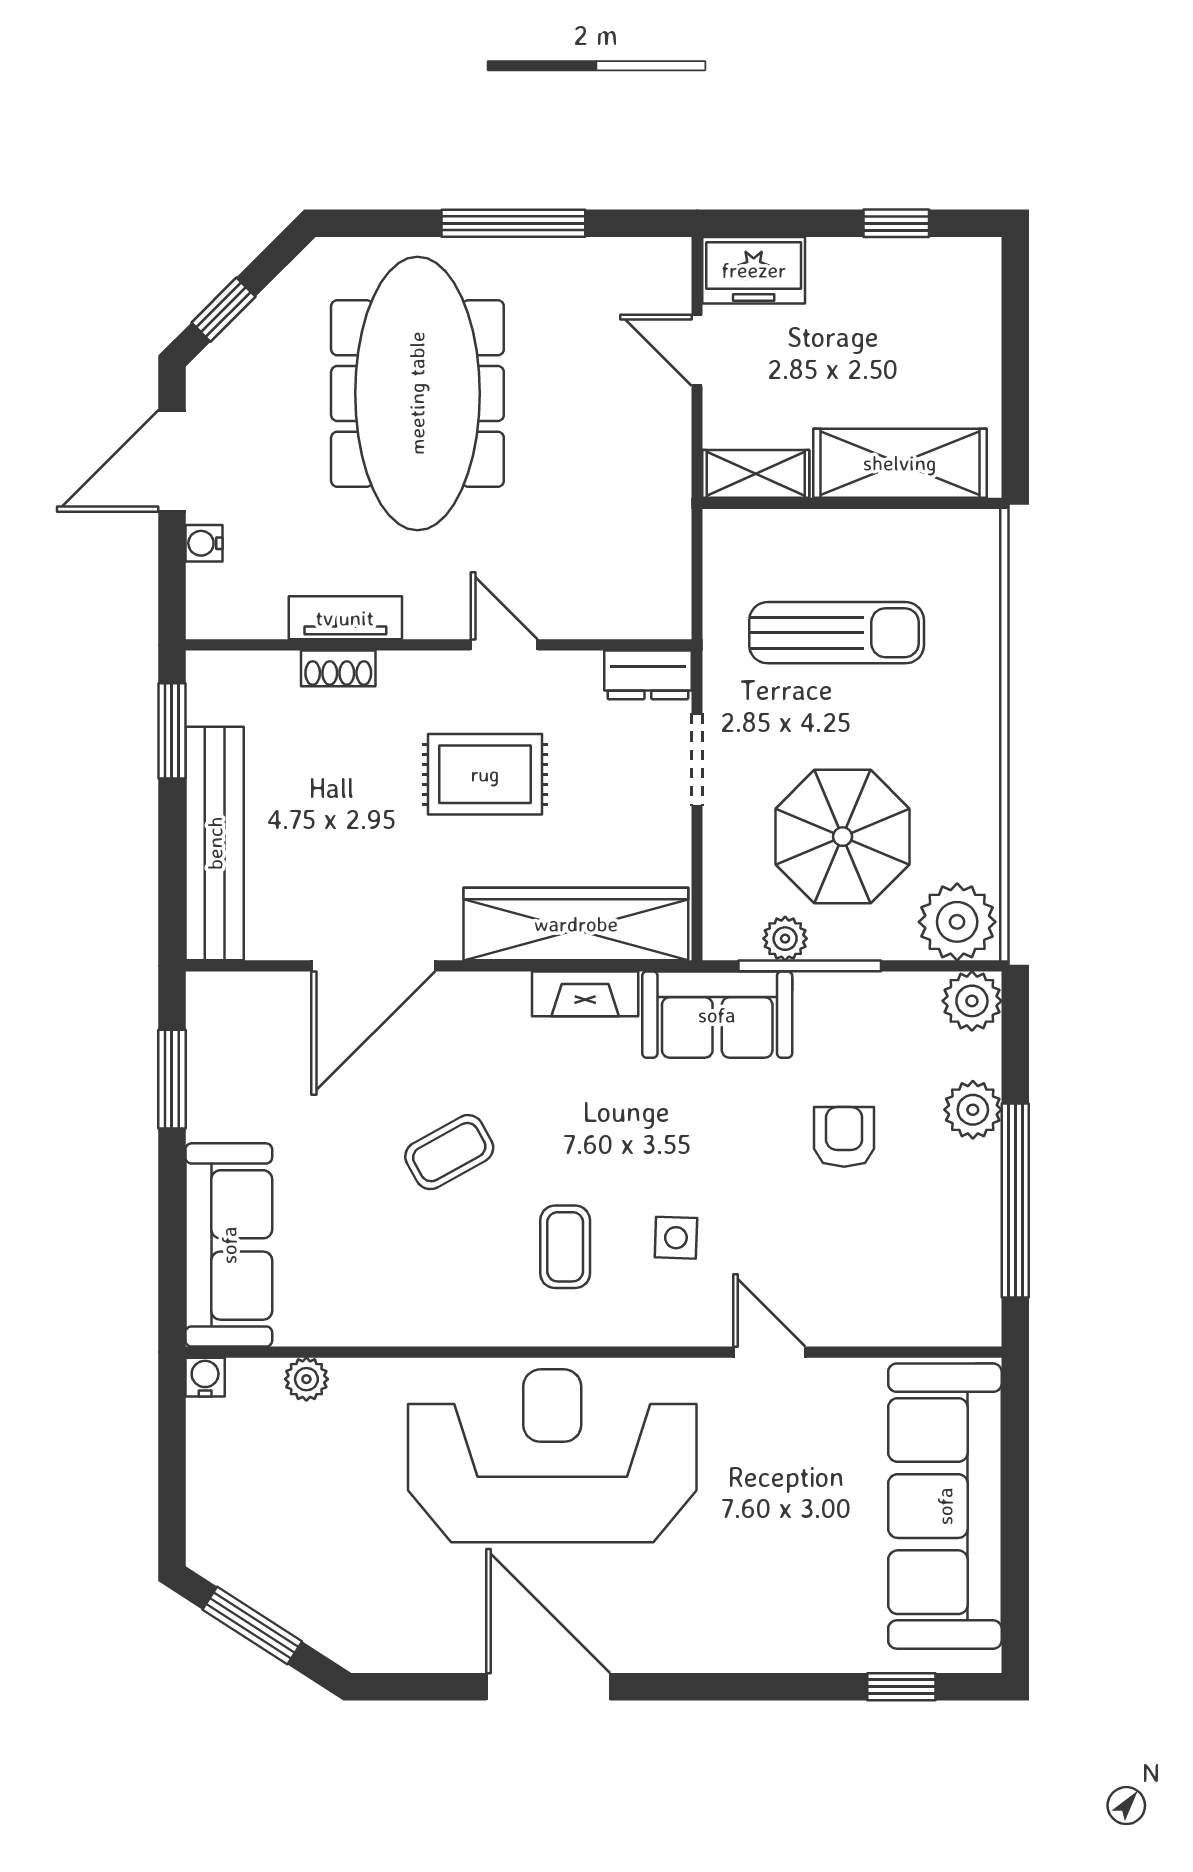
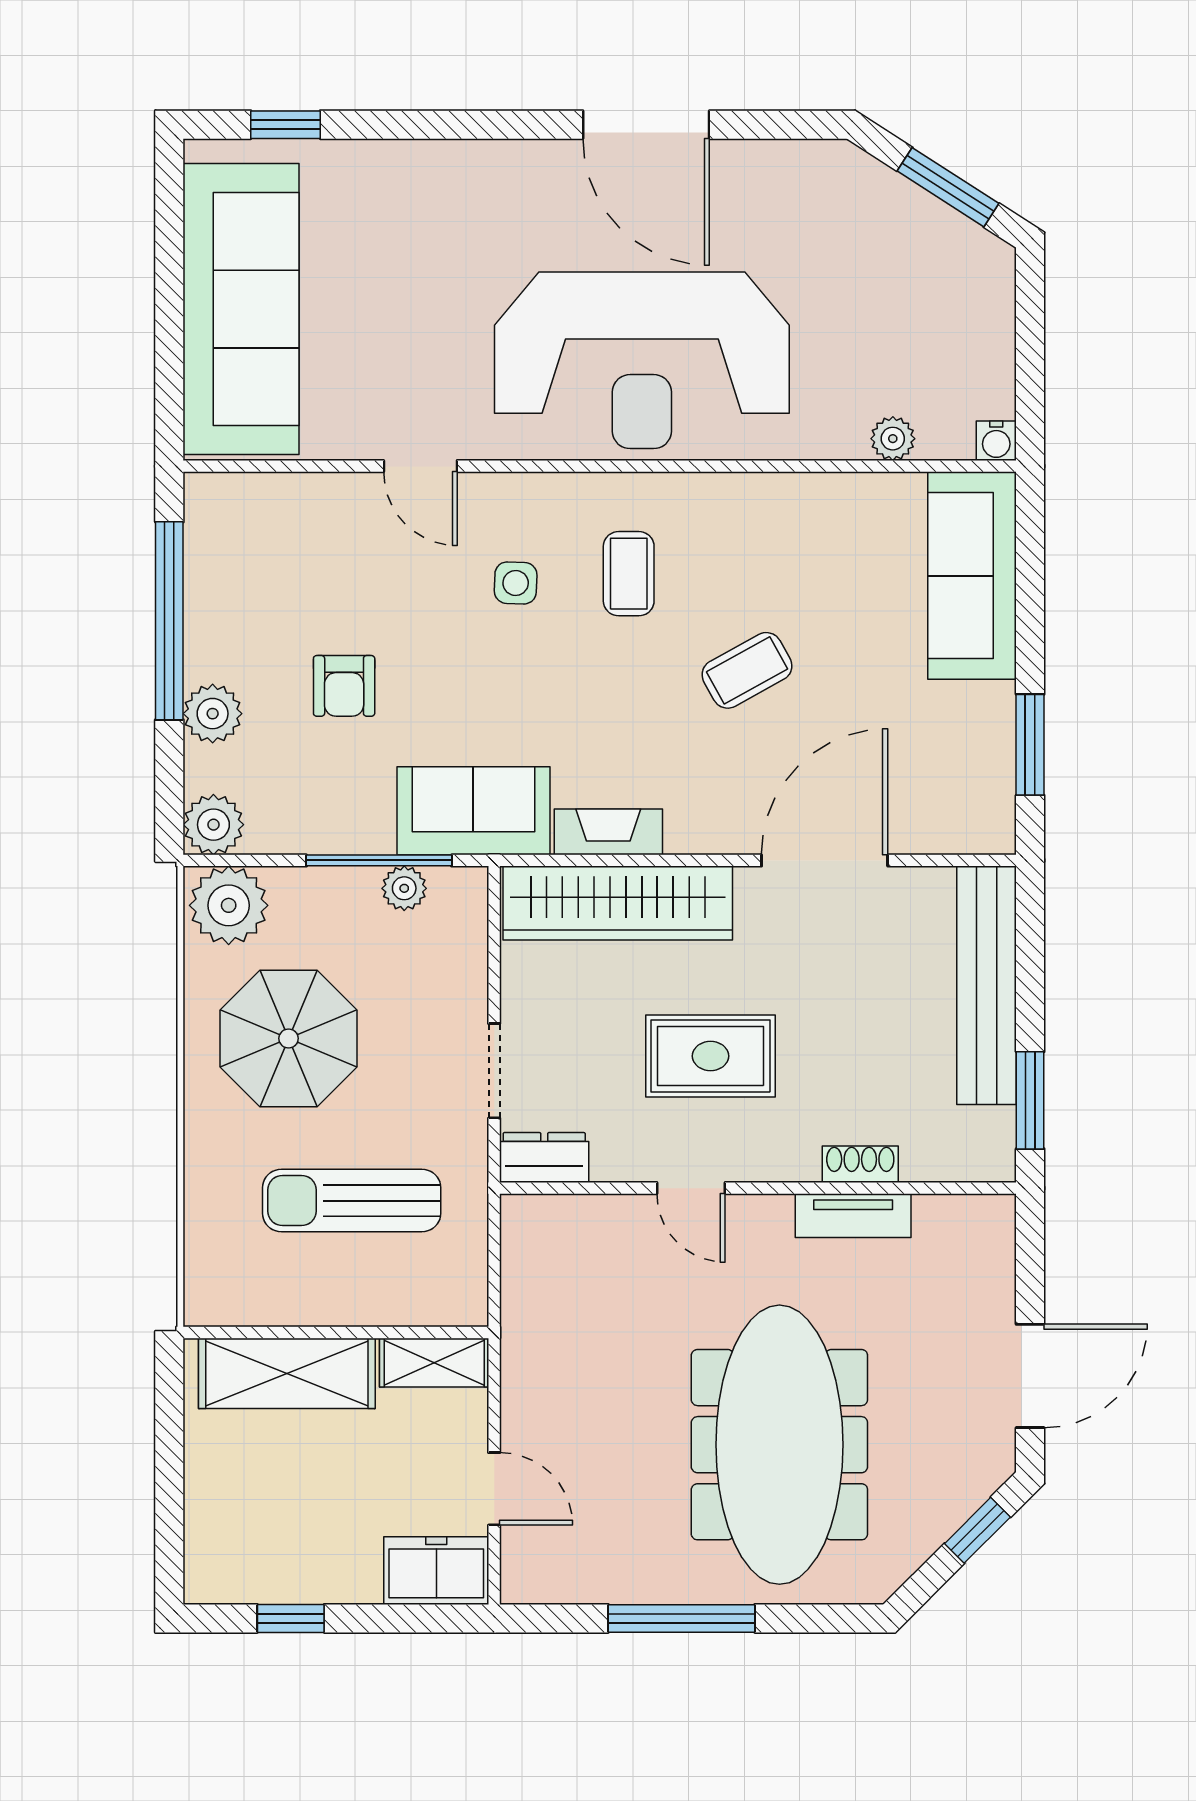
water cooler: (204, 543) -> (997, 1292), removed
parasol: (843, 837) -> (289, 1038), moved

